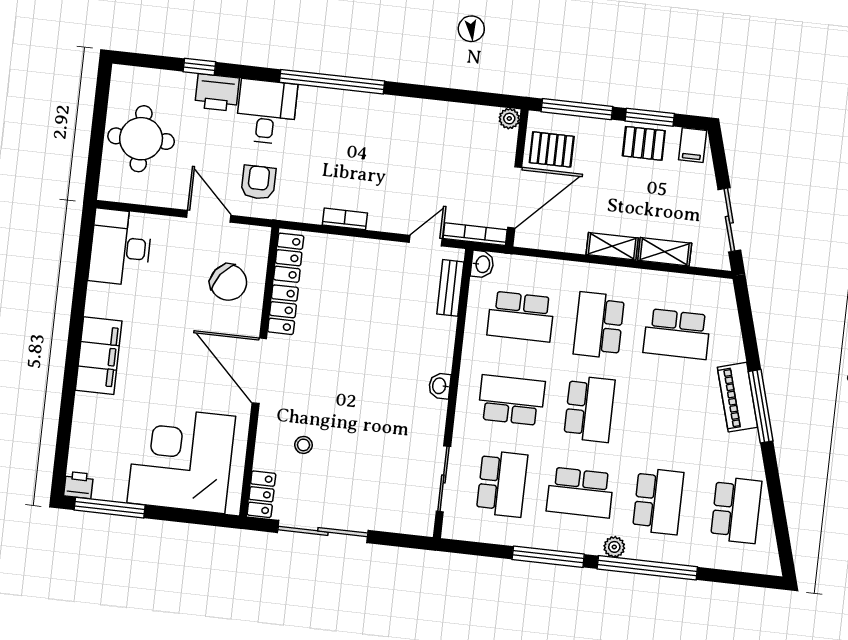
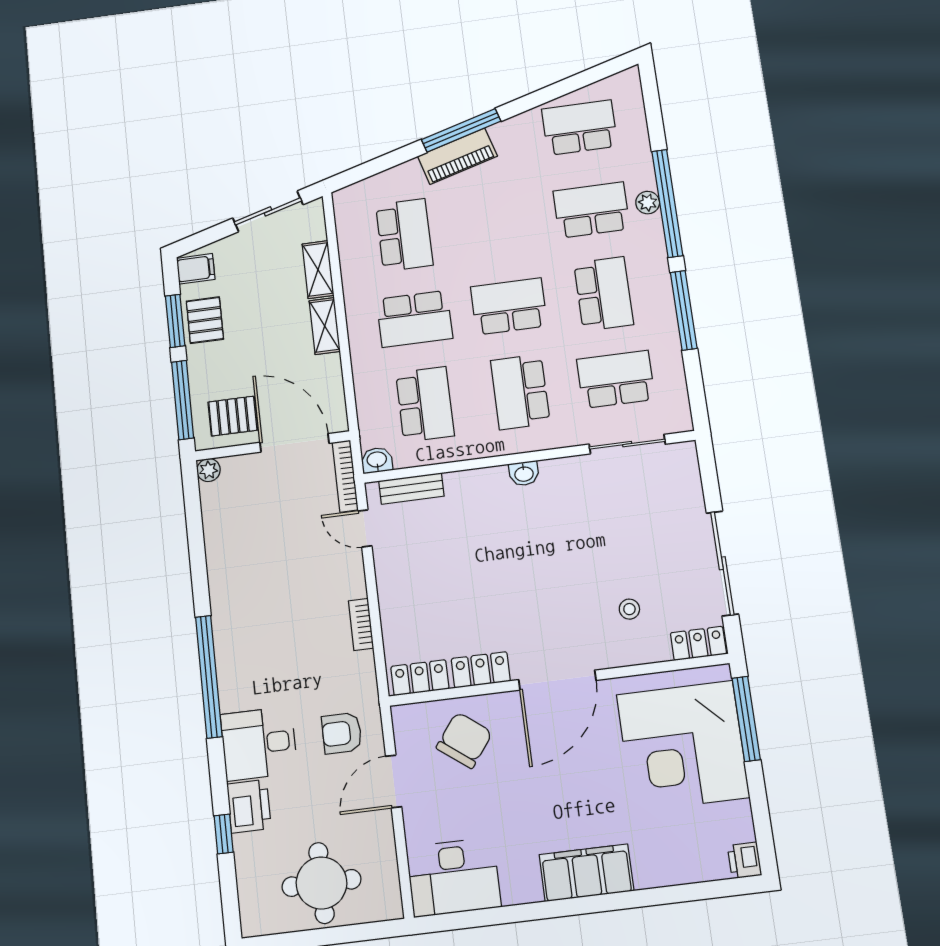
pallet: (552, 149) -> (233, 416), turned 90
window: (110, 508) -> (746, 719), moved
plant: (614, 547) -> (648, 203), moved

